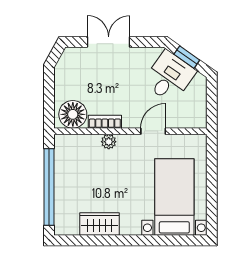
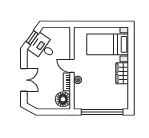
double door: (109, 42) -> (24, 80), swing flipped
door: (153, 131) -> (72, 66), moved
wardrobe: (100, 224) -> (122, 73), moved

